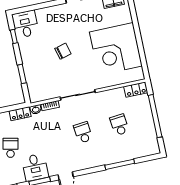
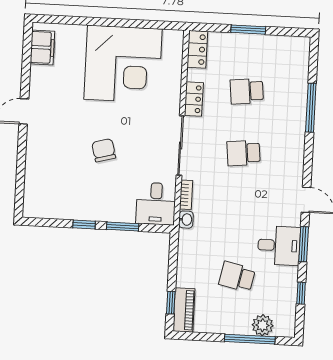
desk: (25, 24) -> (156, 204), moved, turned -90
window: (14, 36) -> (84, 225), moved
locker: (20, 114) -> (194, 99), moved
window: (155, 116) -> (248, 30), width x0.47

